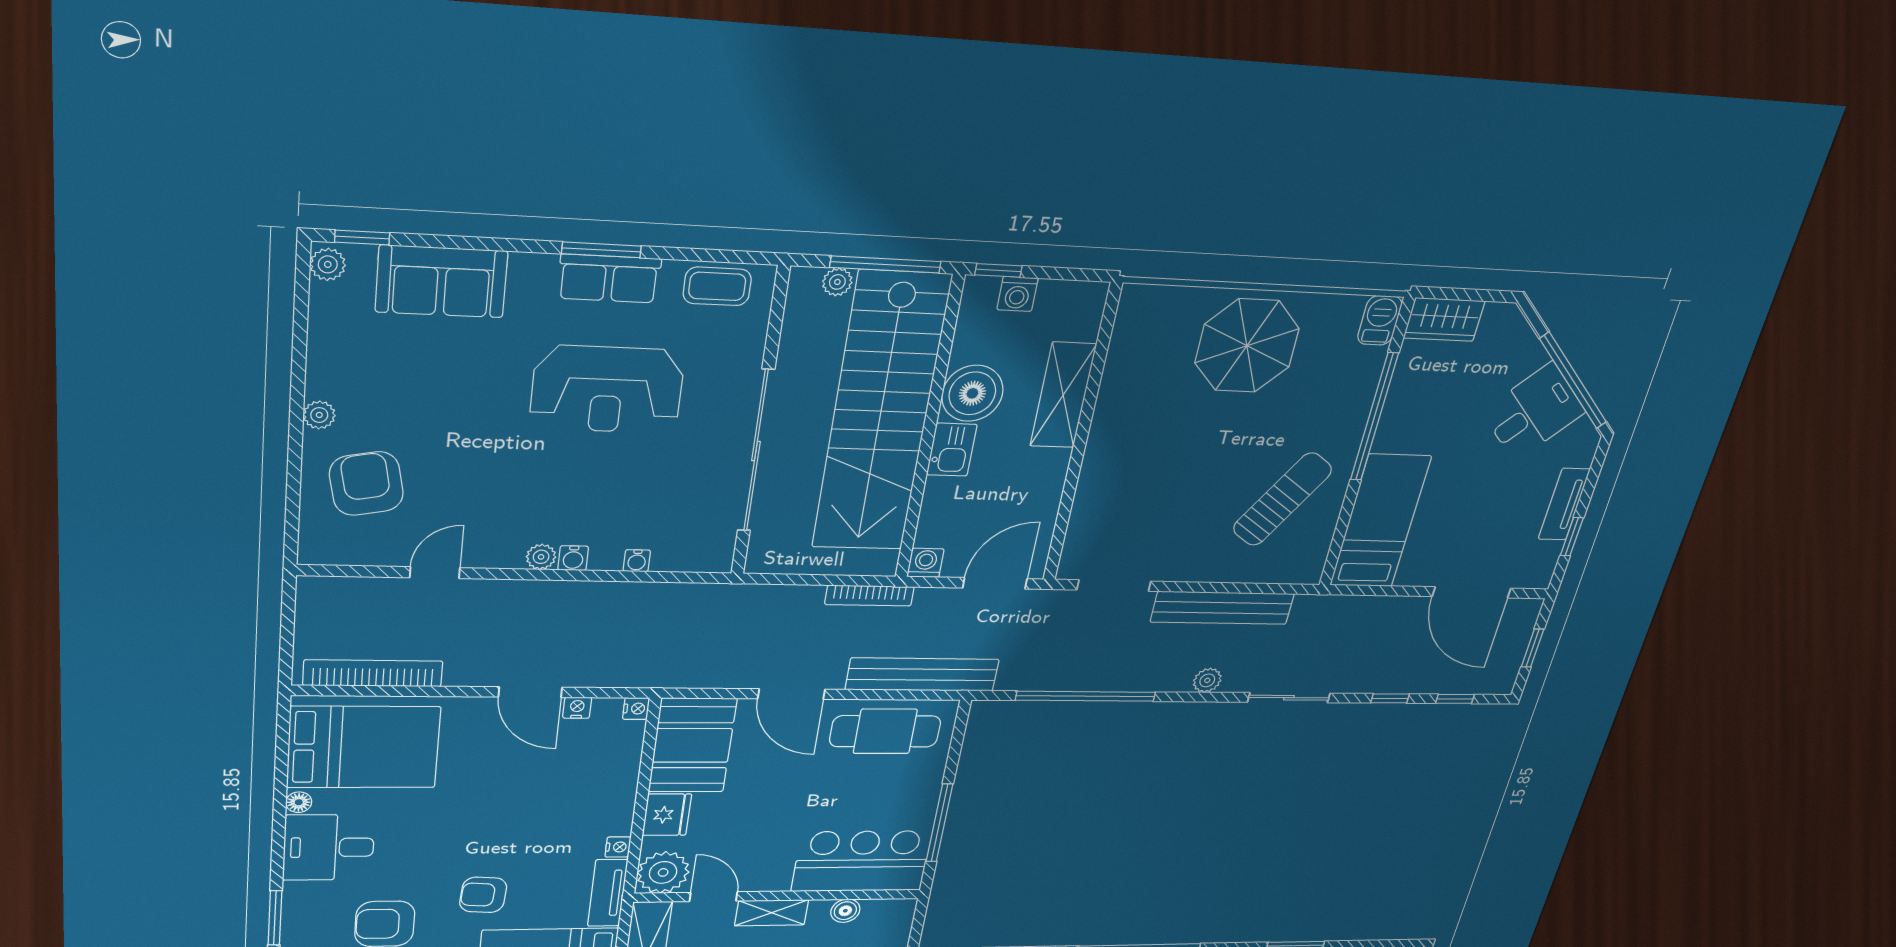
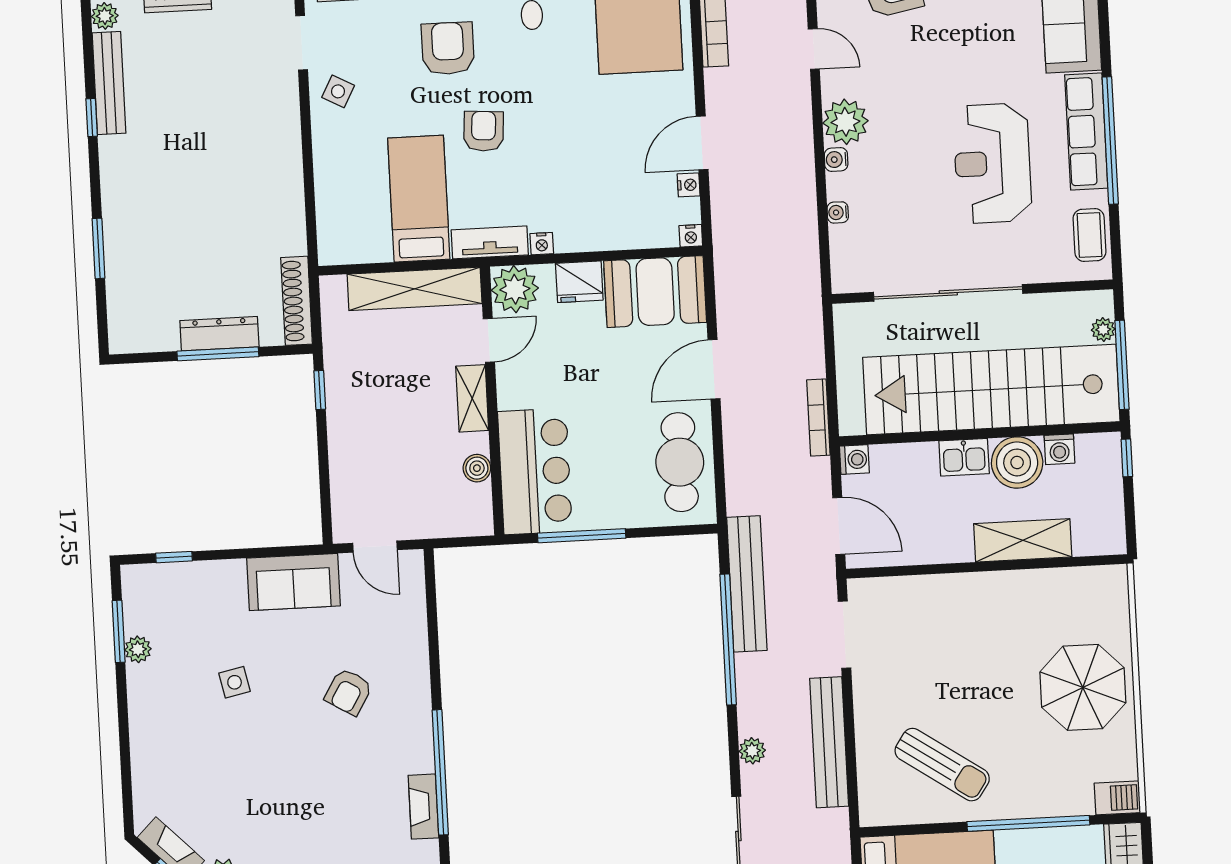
window: (601, 250) -> (1110, 140), width x2.11
row of seats: (609, 279) -> (1086, 131), width x1.48
washing machine: (1017, 294) -> (1059, 449), moved, turned -90
plant: (541, 557) -> (845, 122), width x1.87, depth x1.87
bench: (922, 675) -> (747, 584), moved

